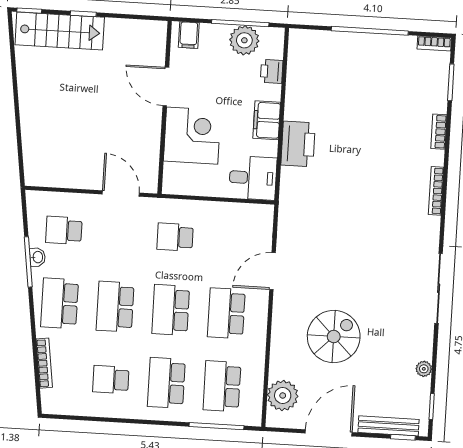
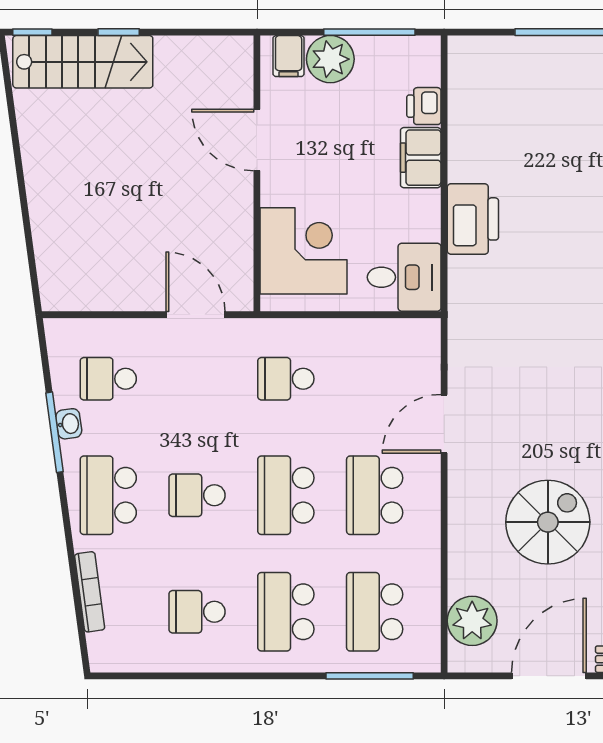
plant: (244, 40) -> (330, 59), moved
filing cabinet: (267, 120) -> (421, 158), moved
corner desk: (192, 136) -> (303, 251), moved
school desk: (115, 307) -> (197, 495), width x0.54

